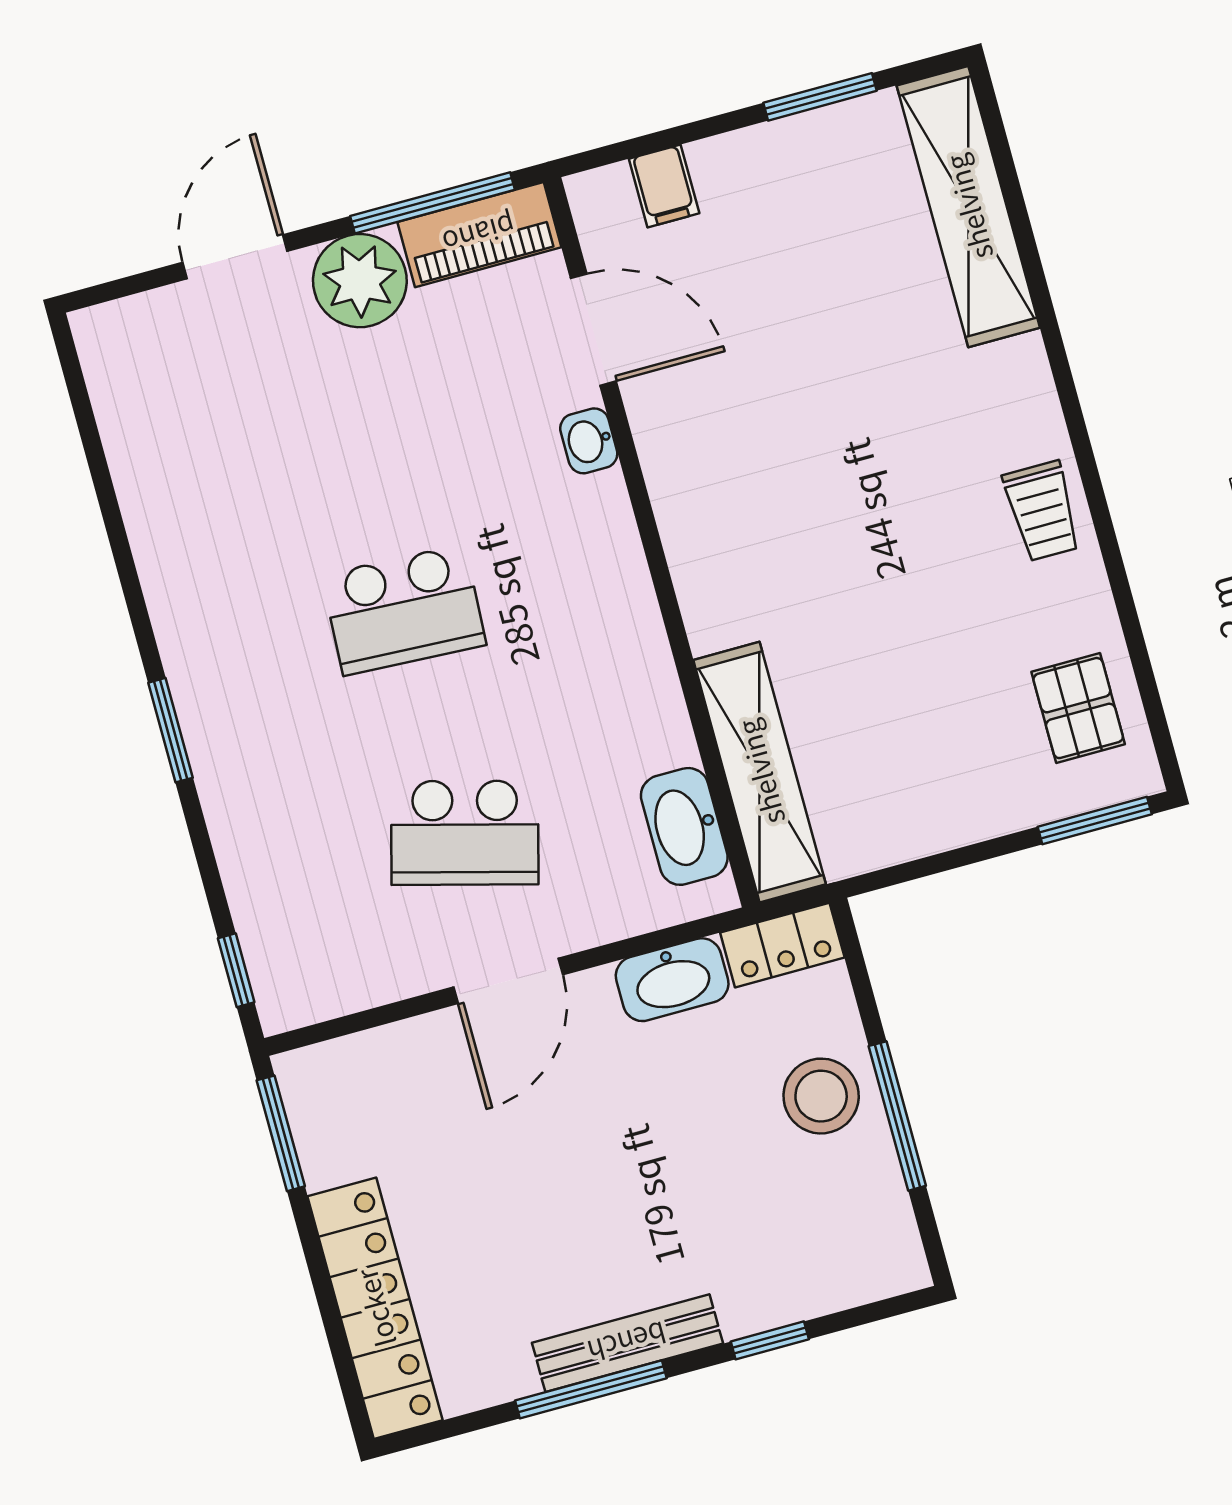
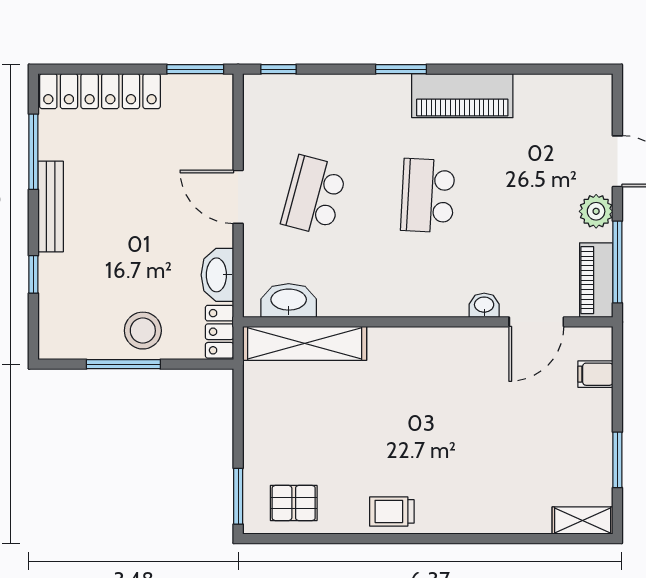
shelving: (968, 207) -> (583, 521), width x0.45, depth x0.75
plant: (360, 281) -> (596, 211), width x0.73, depth x0.73
piano: (190, 596) -> (462, 96), added
window: (591, 1389) -> (33, 152), moved

